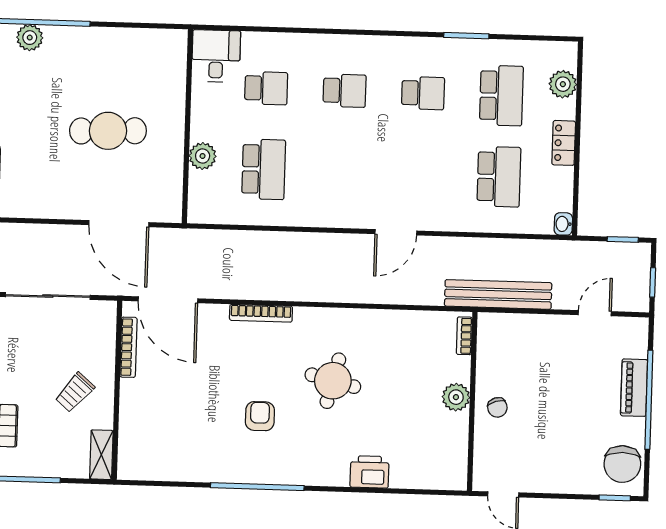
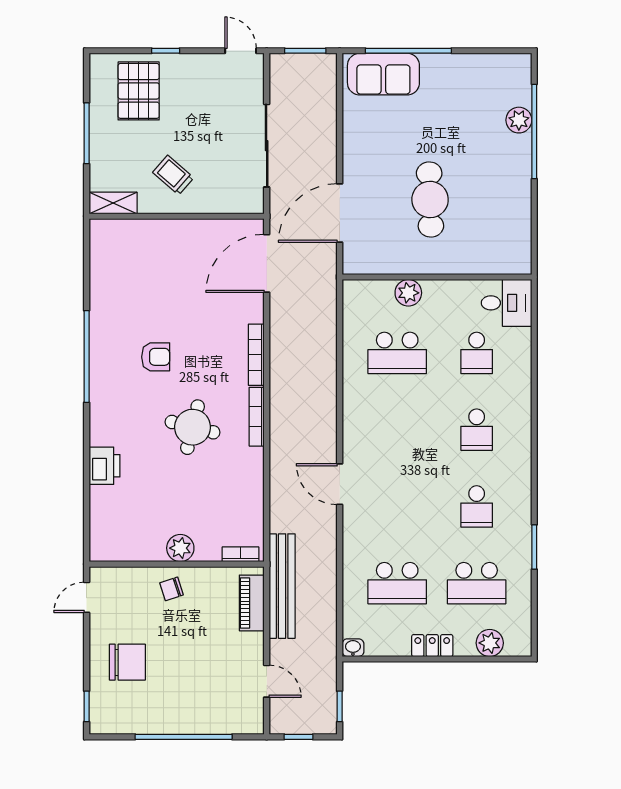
bookcase: (128, 347) -> (257, 417), moved, turned 90
piano: (634, 388) -> (252, 603), moved, turned -90
chair: (622, 464) -> (127, 662), moved, turned 180

